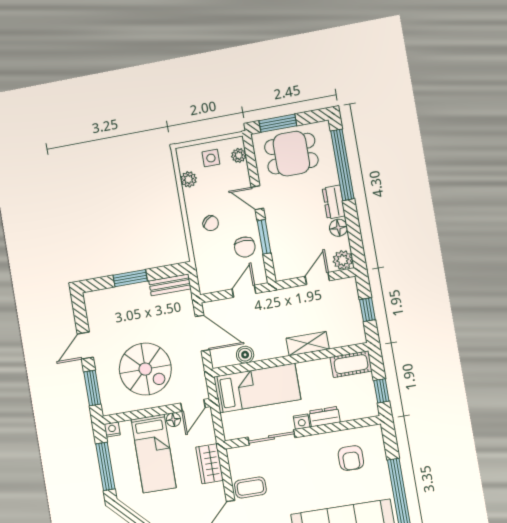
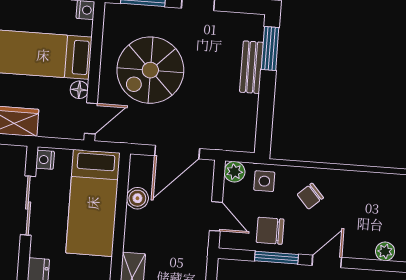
side table: (211, 158) -> (264, 181), moved
plant: (189, 179) -> (234, 172), moved
window: (130, 278) -> (270, 48), moved
bench: (170, 285) -> (251, 67), moved
door: (193, 405) -> (91, 118), swing flipped
nightstand: (302, 422) -> (45, 160), moved

